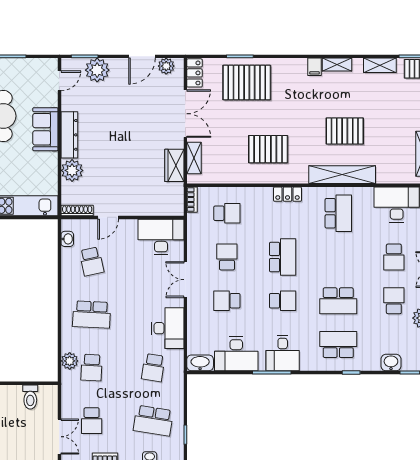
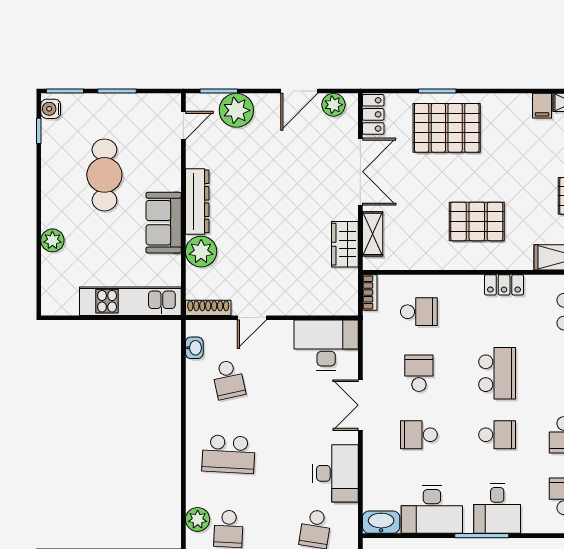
sofa: (45, 129) -> (164, 223), moved

